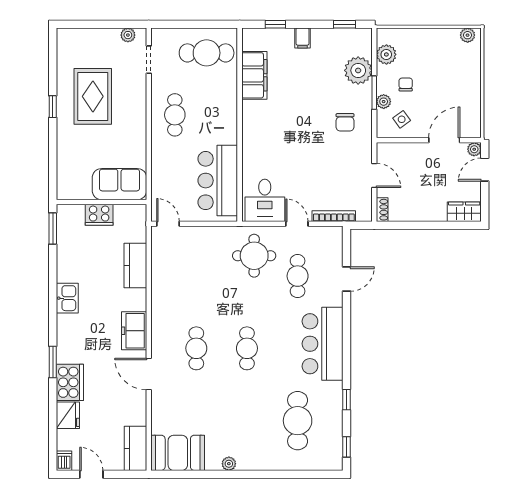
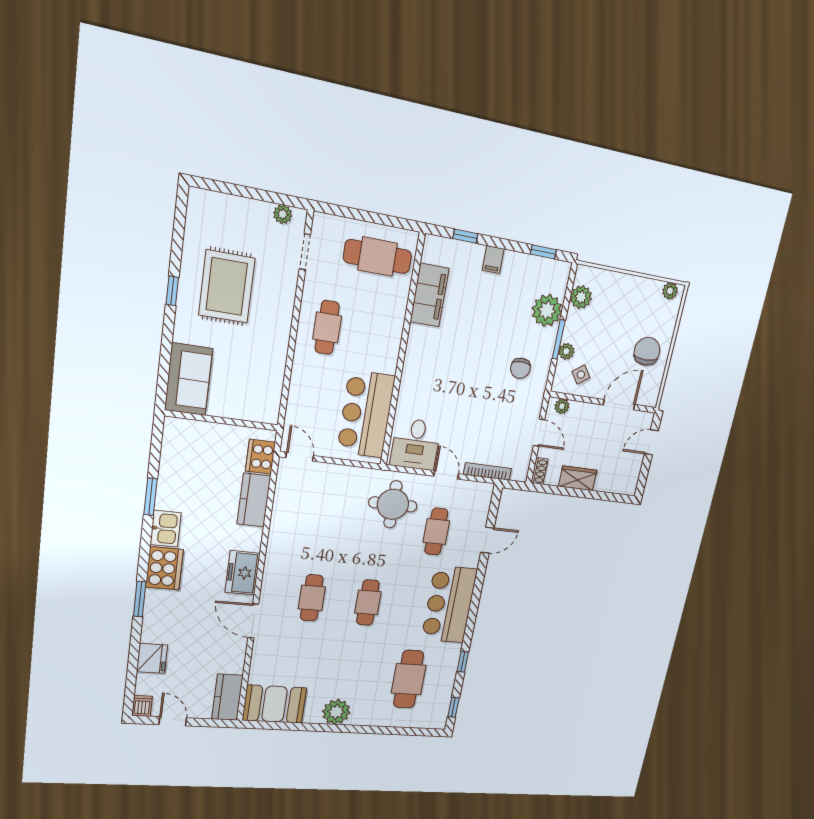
chair: (406, 84) -> (647, 351), moved, width x1.87, depth x1.87
plant: (474, 149) -> (562, 406), moved
sofa: (119, 184) -> (189, 379), moved, turned 90
wardrobe: (464, 212) -> (578, 478), moved
cooker: (99, 215) -> (260, 457), moved, turned 90
window: (53, 229) -> (151, 497), moved
cooker: (70, 382) -> (164, 568), moved
plant: (229, 464) -> (336, 712), width x1.88, depth x1.88

